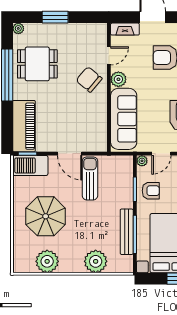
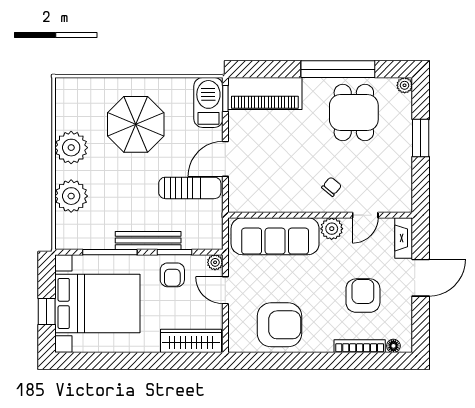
door: (109, 56) -> (365, 215), hinge flipped
chair: (89, 79) -> (332, 187), width x0.54, depth x0.54
bench: (127, 232) -> (148, 240), moved
plant: (47, 261) -> (71, 148), moved

